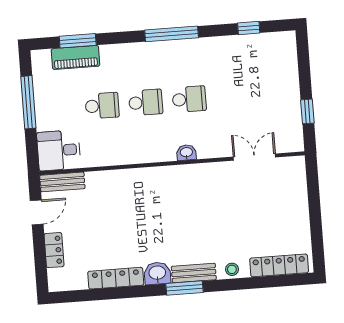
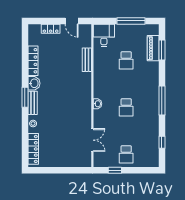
school desk: (146, 102) -> (126, 154), moved
bench: (62, 182) -> (87, 60), moved

